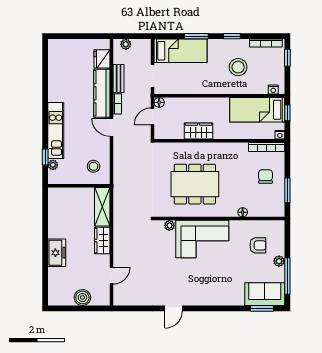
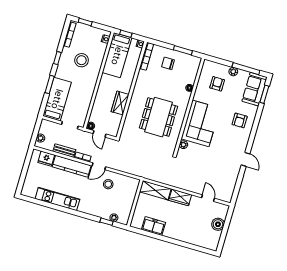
kitchen unit: (56, 131) -> (57, 199), moved
stool: (94, 166) -> (108, 184), moved
freezer: (57, 253) -> (154, 226), moved
armchair: (220, 287) -> (240, 120), added

